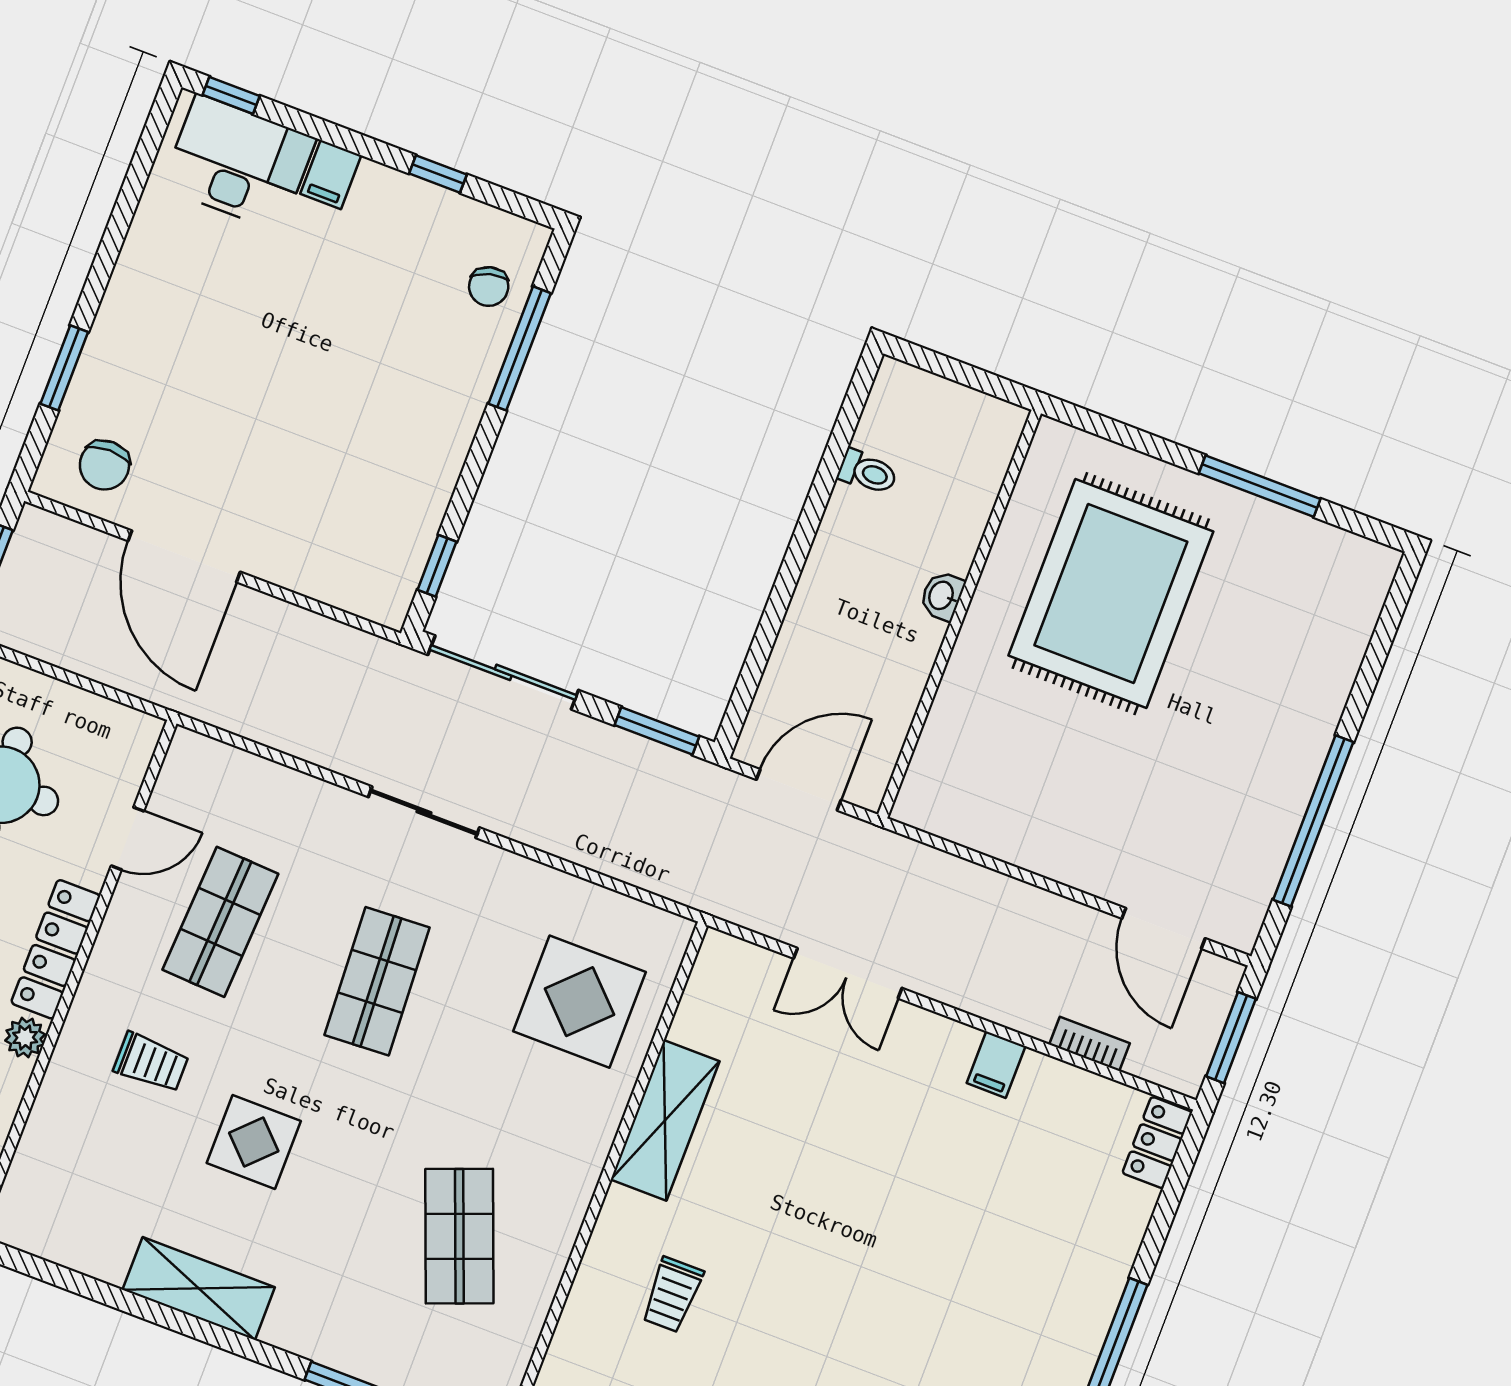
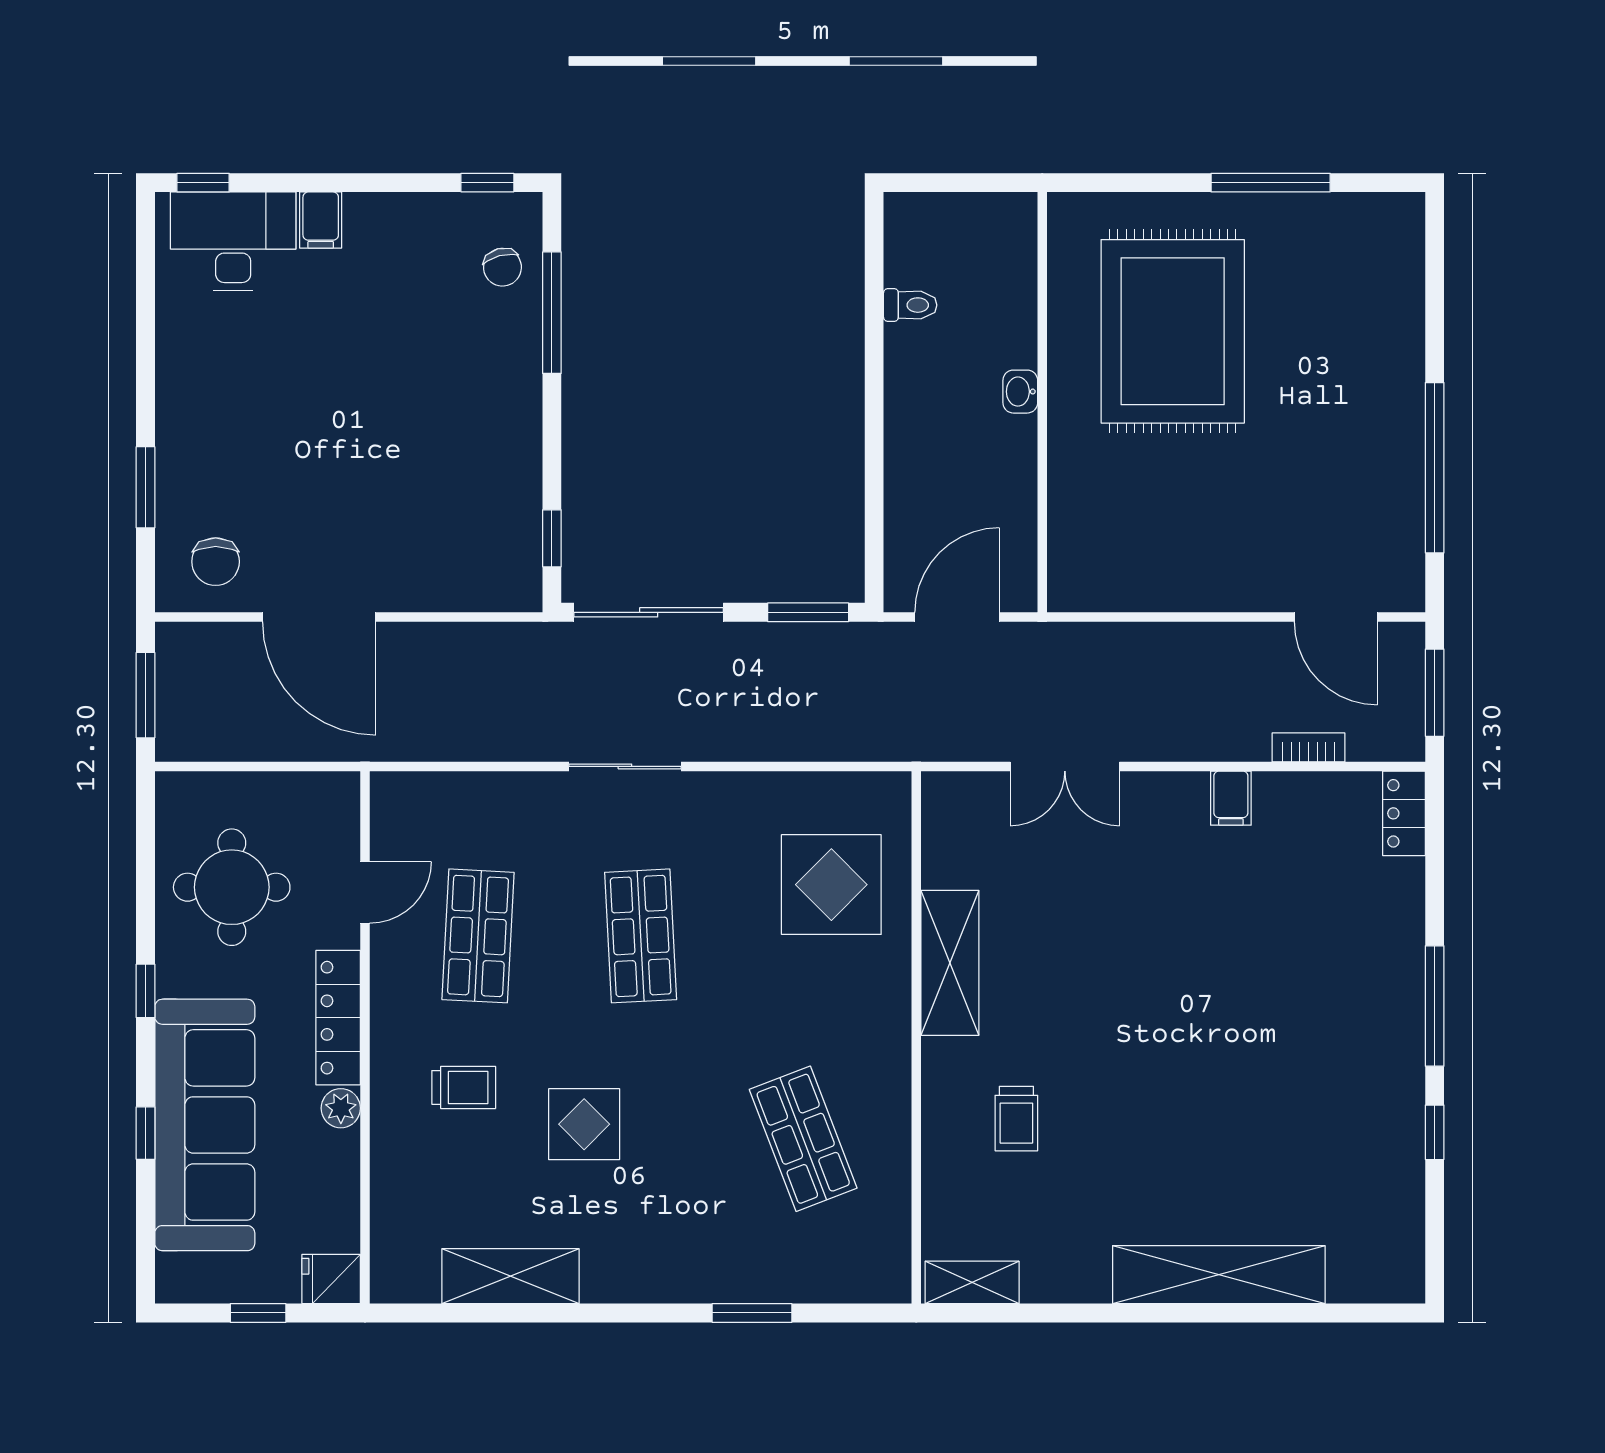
window: (438, 174) -> (487, 183), moved
shelving: (199, 1289) -> (510, 1276), moved

